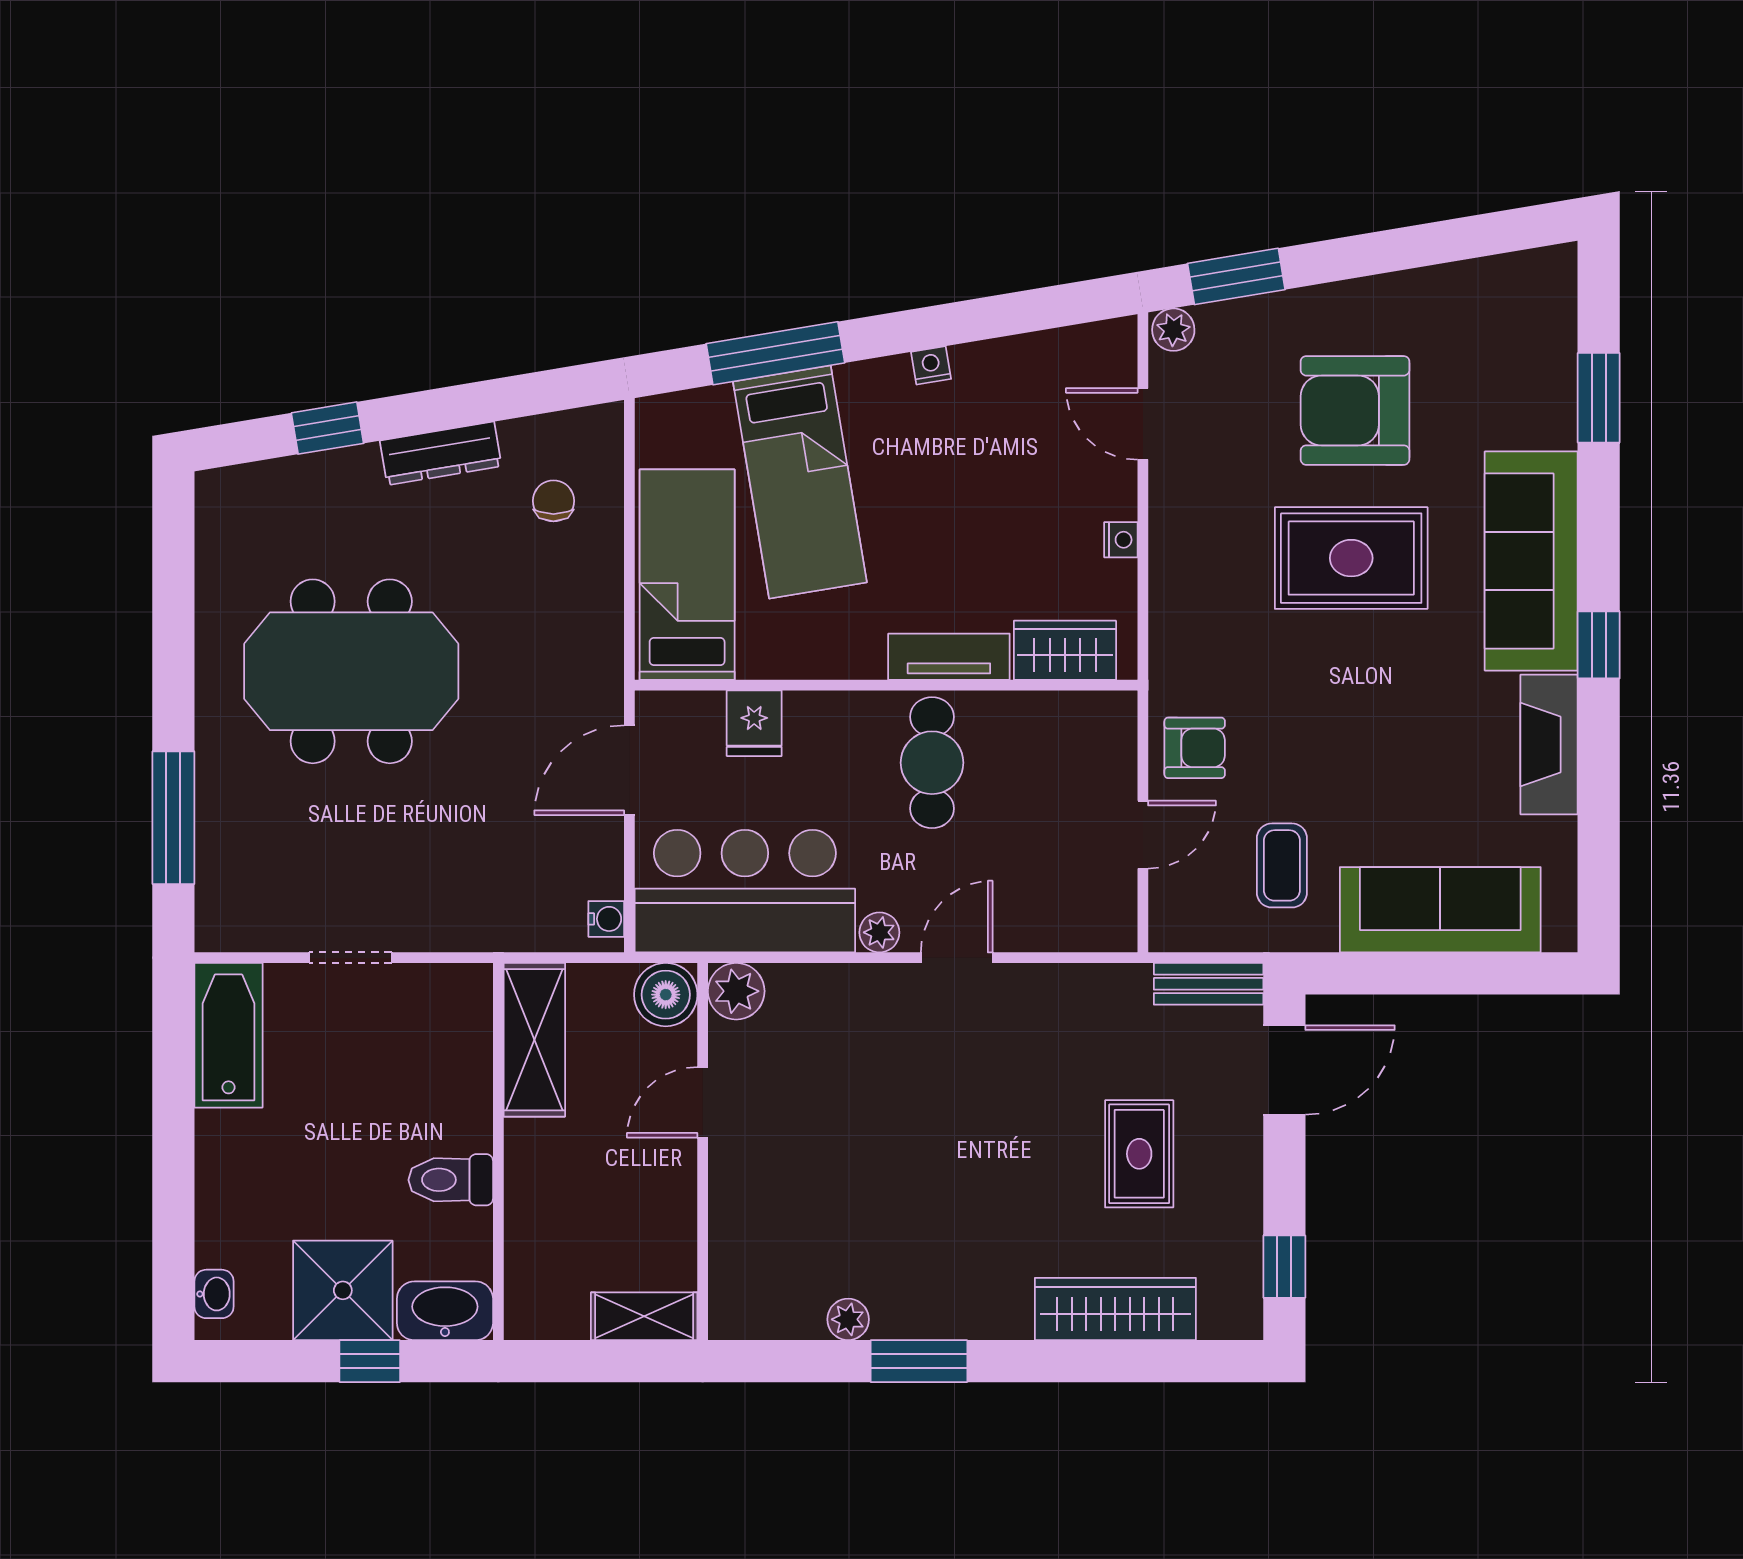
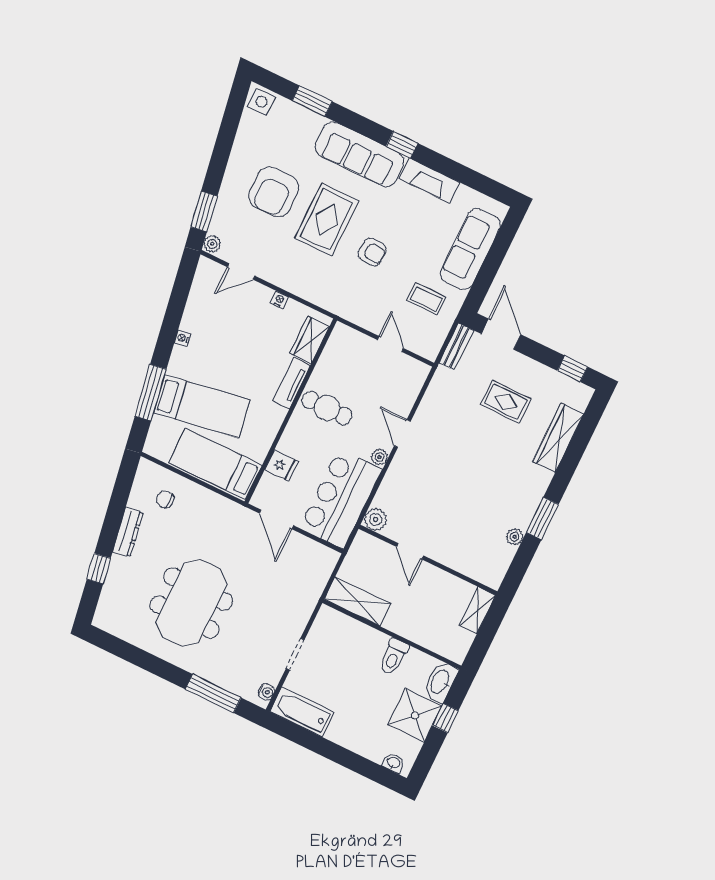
side table: (1542, 286) -> (262, 102), added
armchair: (1195, 748) -> (372, 252), moved, turned 94
water cooler: (606, 919) -> (266, 692), moved, turned 90
boiler: (666, 995) -> (364, 546), removed

